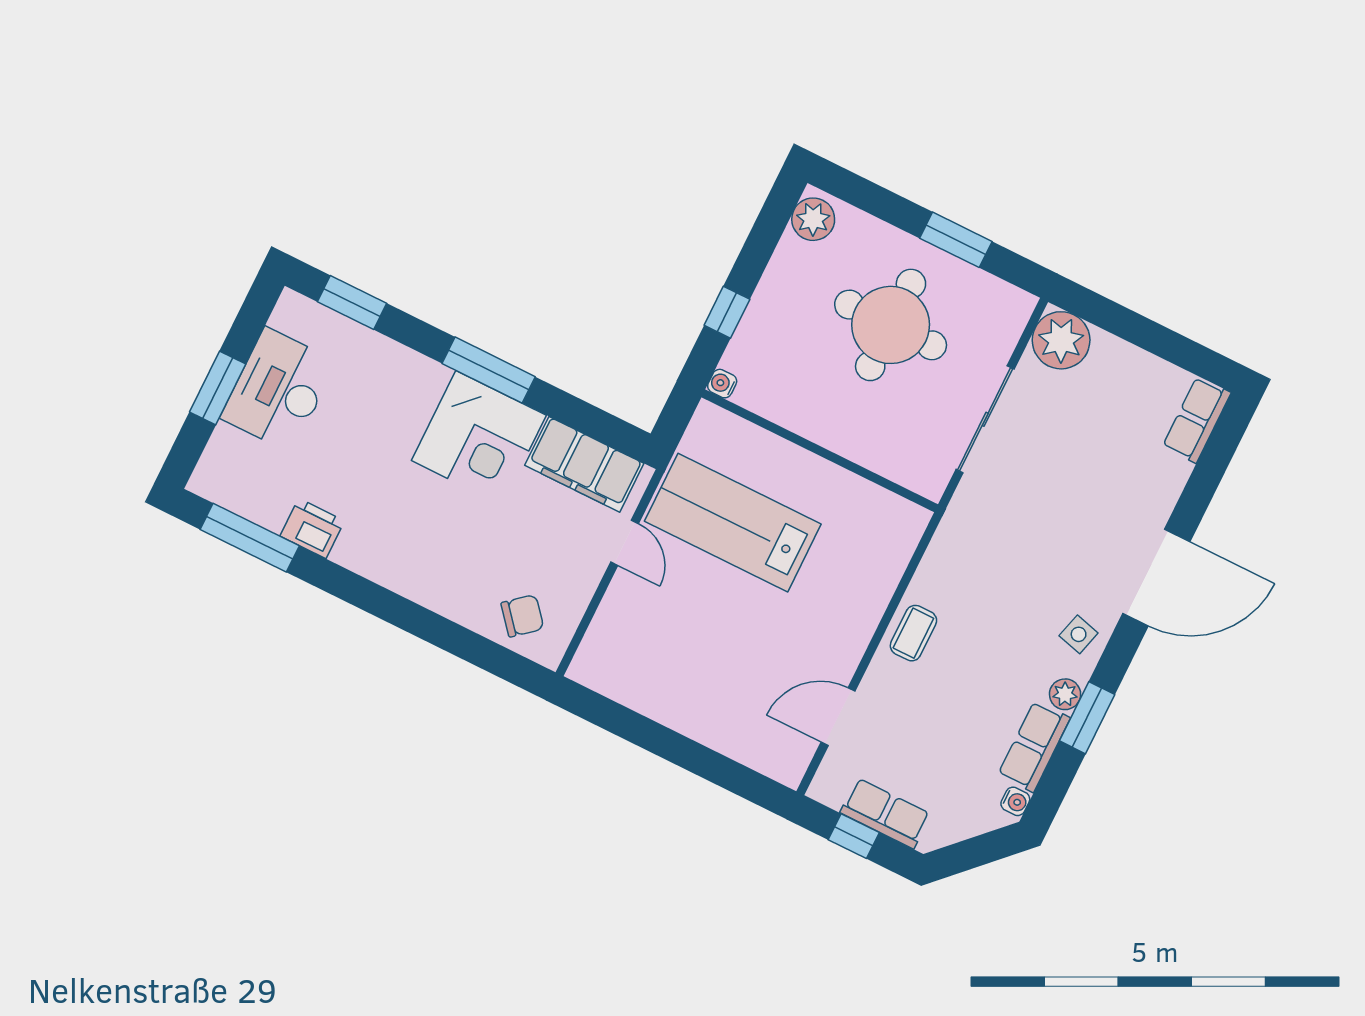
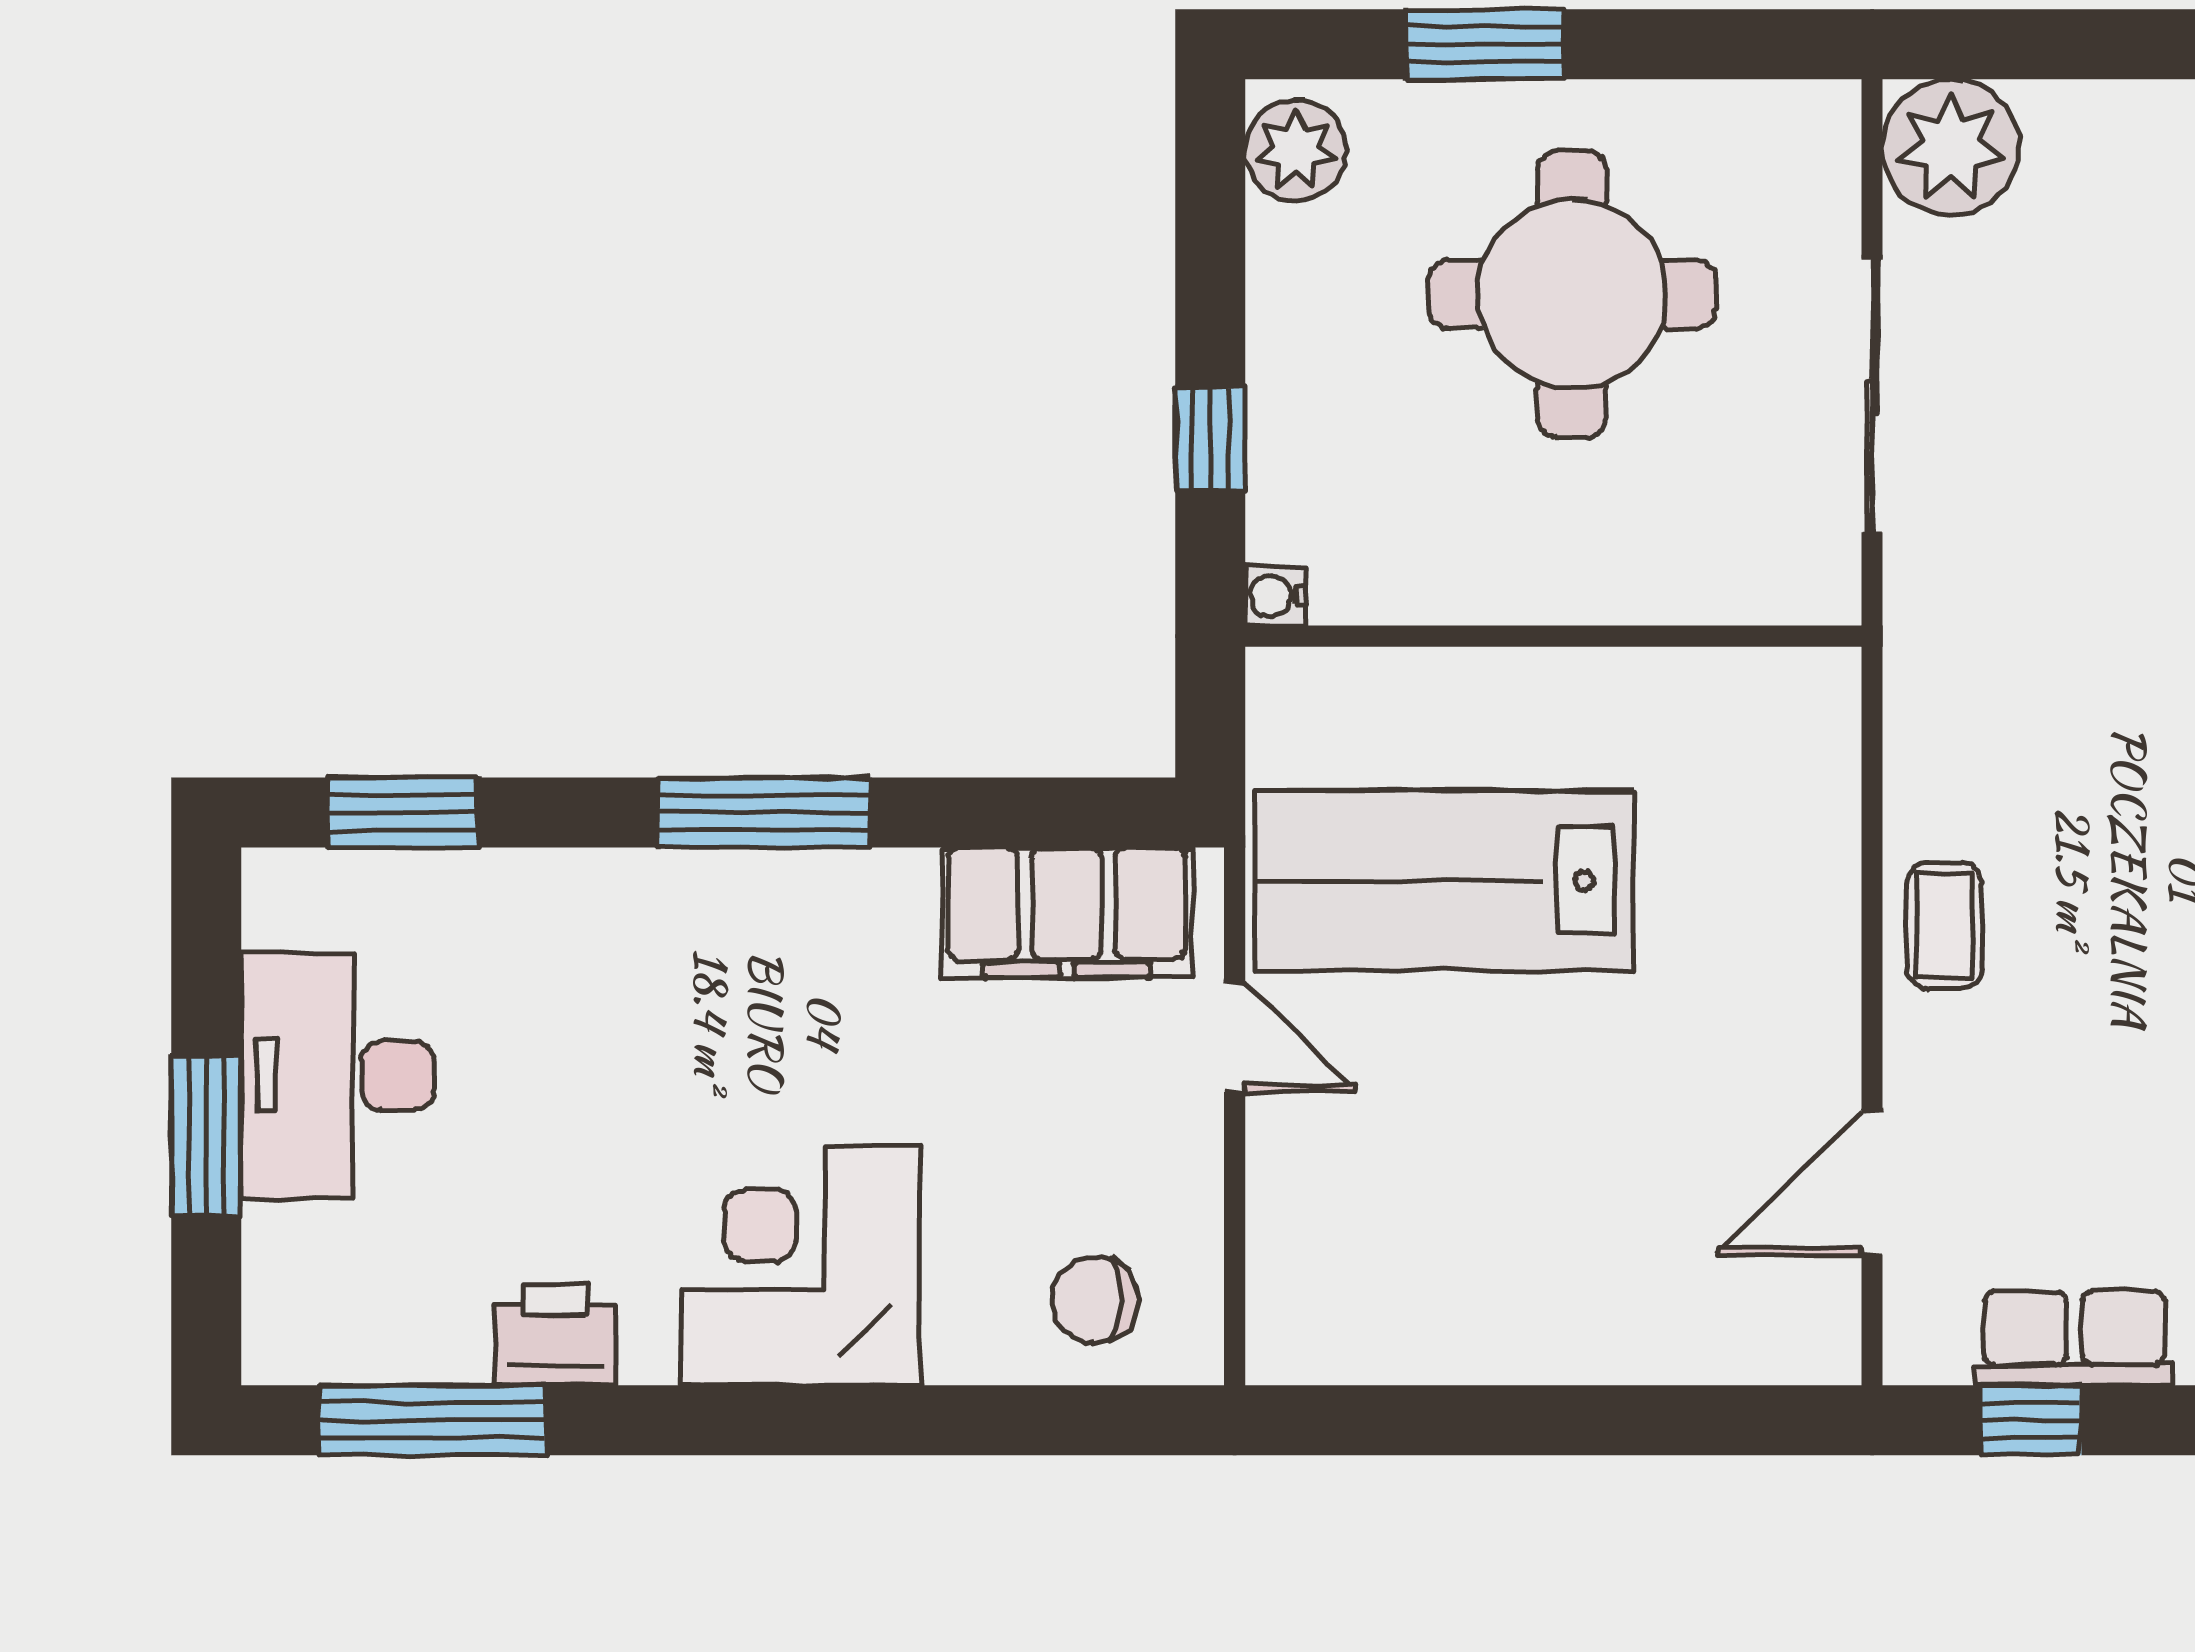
window: (956, 240) -> (1485, 44), moved
corner desk: (479, 438) -> (801, 1266), moved, turned 180
chair: (522, 616) -> (1094, 1300), turned -140

